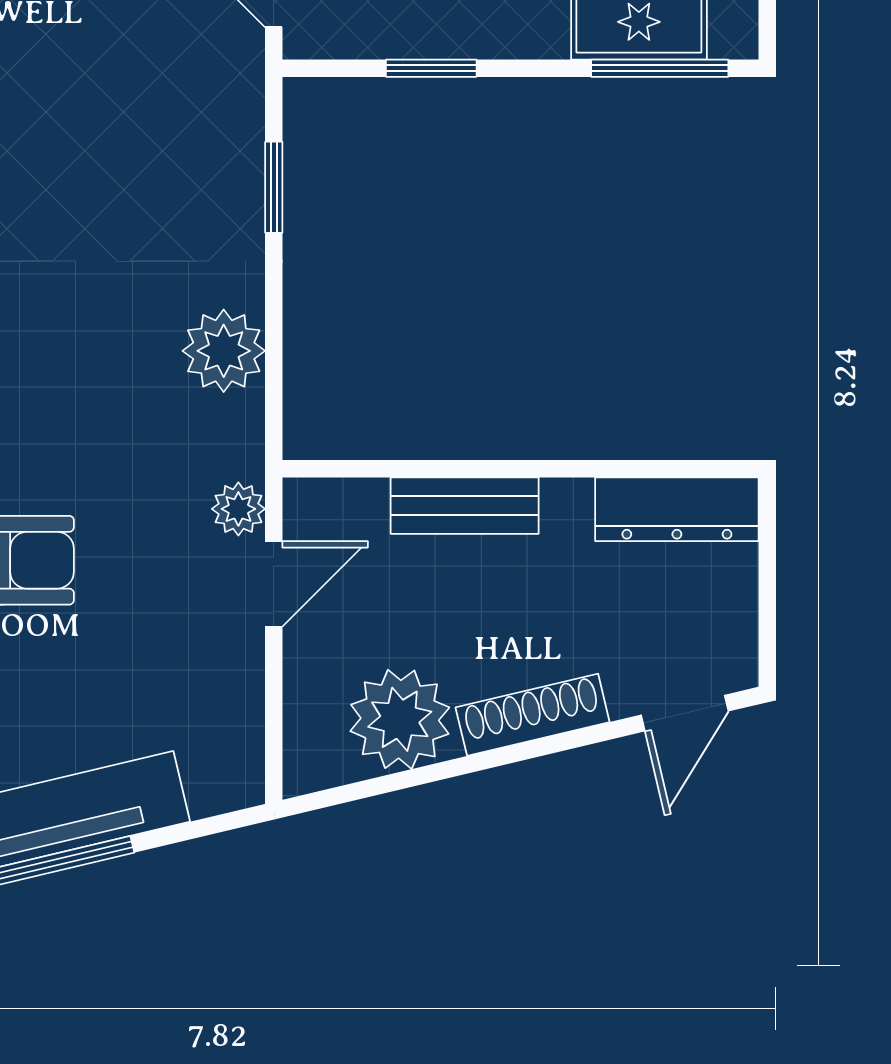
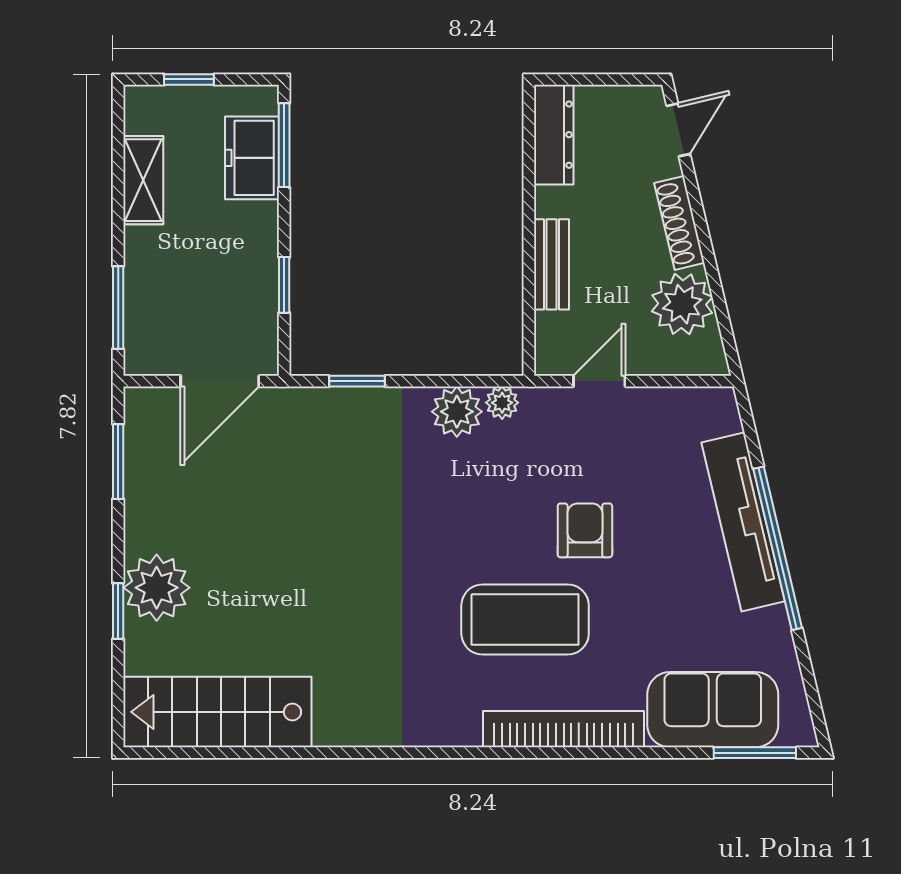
plant: (238, 509) -> (502, 403), moved
door: (274, 584) -> (599, 381), hinge flipped
door: (685, 713) -> (678, 130), hinge flipped

